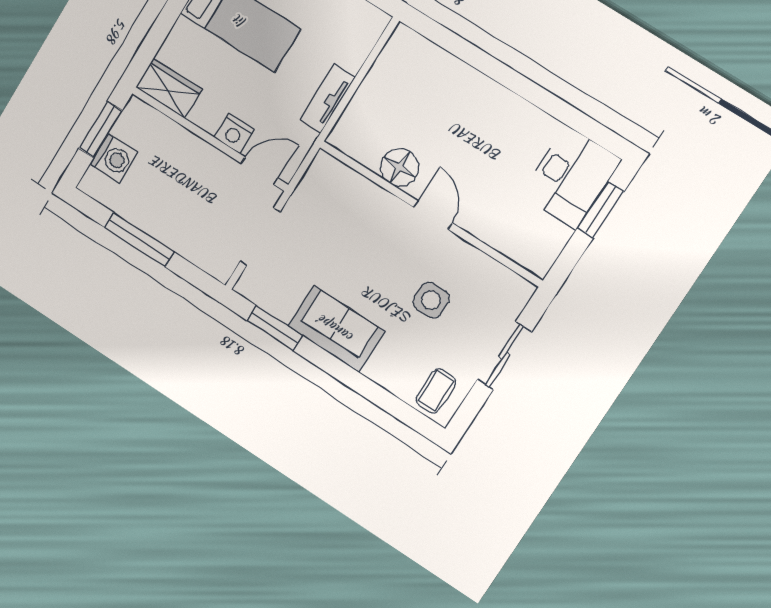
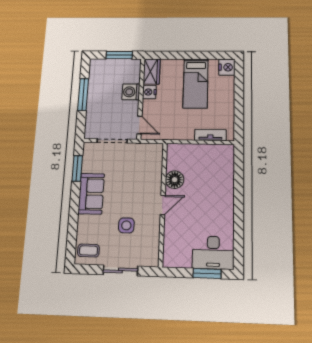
tv unit: (327, 99) -> (210, 135), moved
nightstand: (234, 133) -> (149, 92), moved
washing machine: (114, 158) -> (131, 92), moved, turned 90

